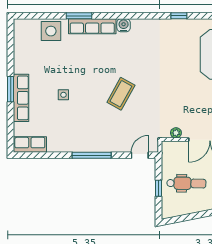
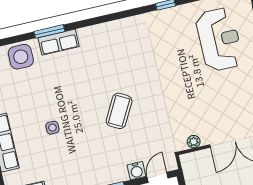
water cooler: (124, 25) -> (136, 171), moved, turned 180
row of seats: (92, 26) -> (59, 42), width x0.68

